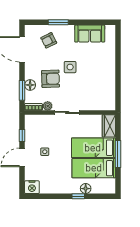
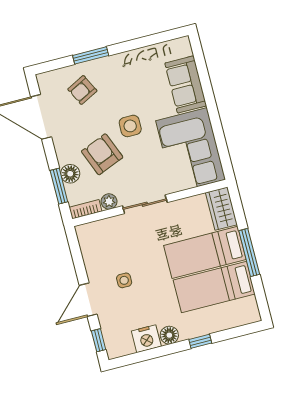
sofa: (90, 34) -> (186, 84), moved, turned 90
armchair: (51, 79) -> (102, 154), turned -110
corner sofa: (100, 89) -> (191, 150), added
window: (22, 135) -> (99, 340), moved
nightstand: (32, 187) -> (146, 339), moved
floor lamp: (86, 189) -> (169, 335), moved

